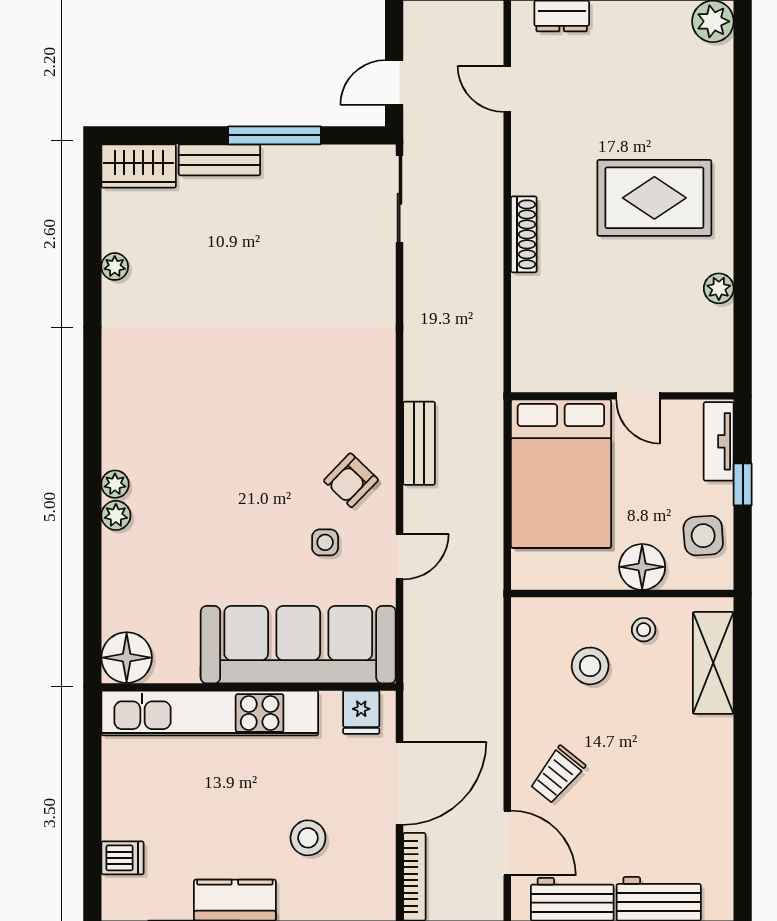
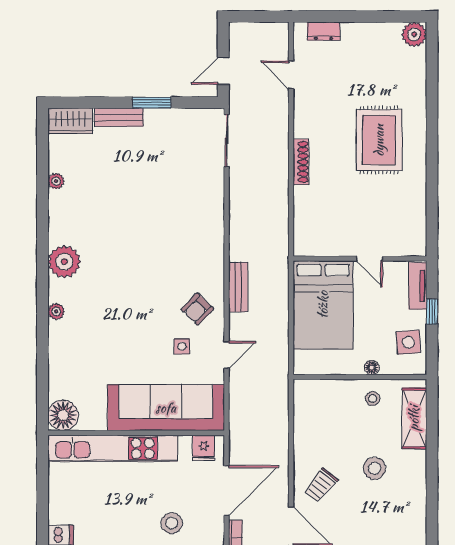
window: (275, 135) -> (152, 103), width x0.69
rug: (654, 198) -> (379, 140), turned 90
plant: (719, 288) -> (418, 194), removed
plant: (116, 515) -> (64, 262), moved, width x1.88, depth x1.88
floor lamp: (642, 567) -> (372, 367), width x0.53, depth x0.53
stool: (590, 666) -> (374, 468), moved

